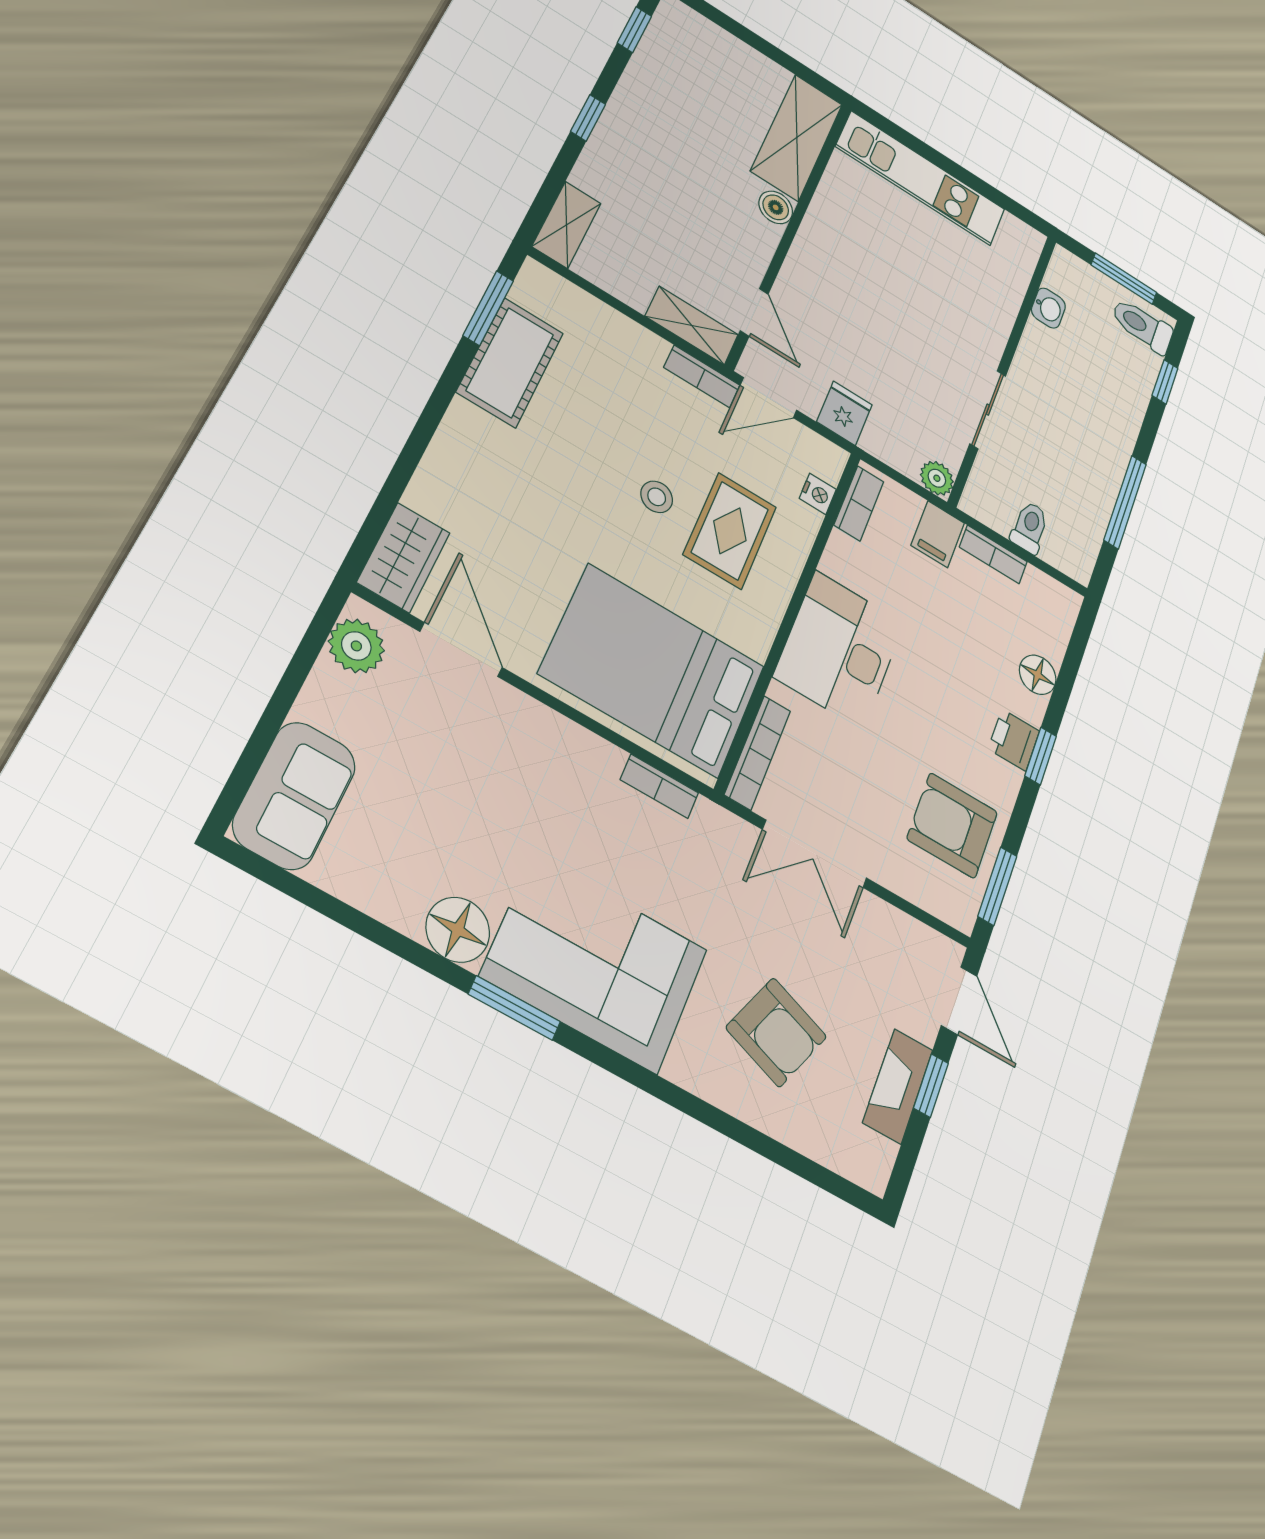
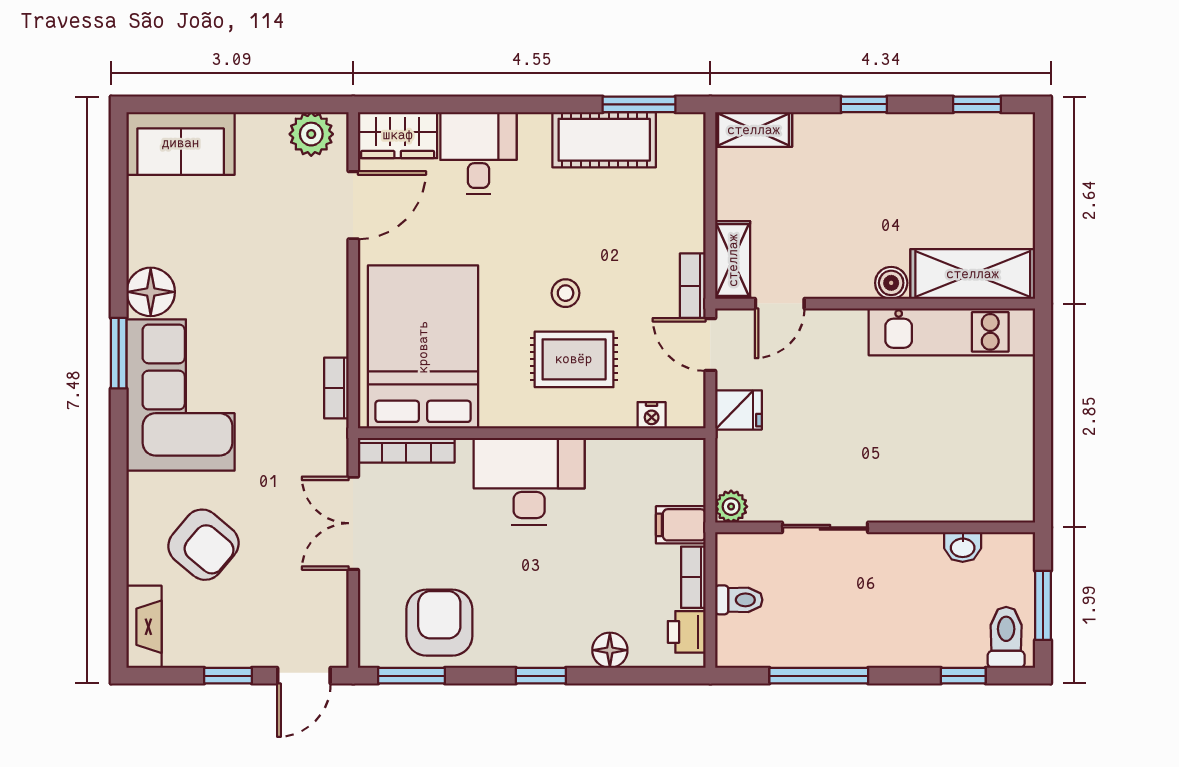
kitchen unit: (921, 178) -> (952, 332), moved, turned -90
desk: (465, 489) -> (478, 153), added
bookcase: (859, 503) -> (665, 451), removed
printer: (1014, 740) -> (687, 632), moved, turned -90
armchair: (776, 1032) -> (203, 545), turned -71
fireplace: (898, 1086) -> (144, 627), moved, turned 90

